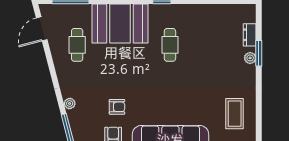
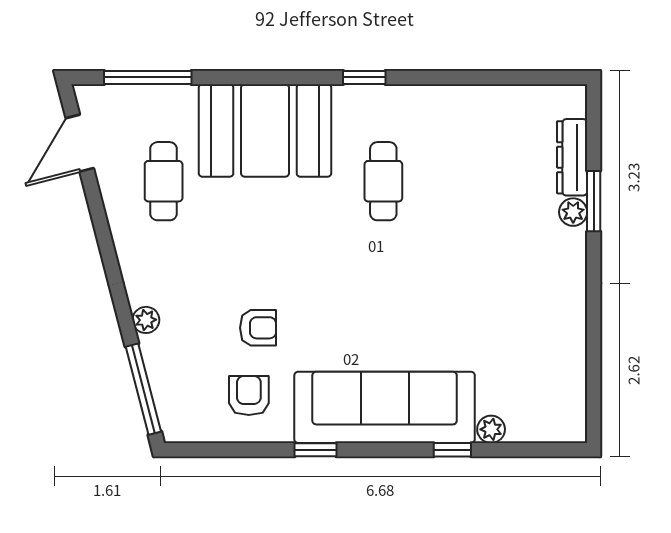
dresser: (250, 35) -> (572, 157), width x1.44
coffee table: (235, 114) -> (536, 344), removed

